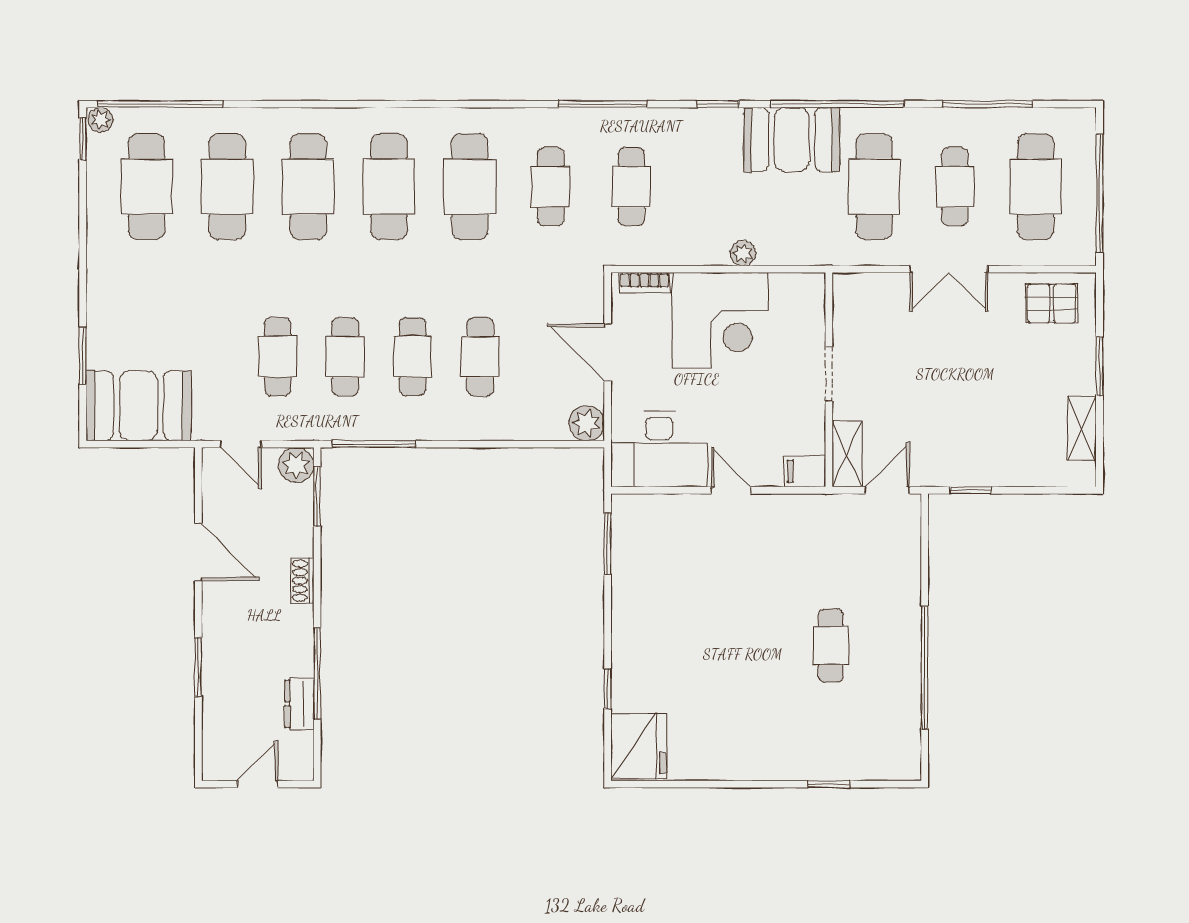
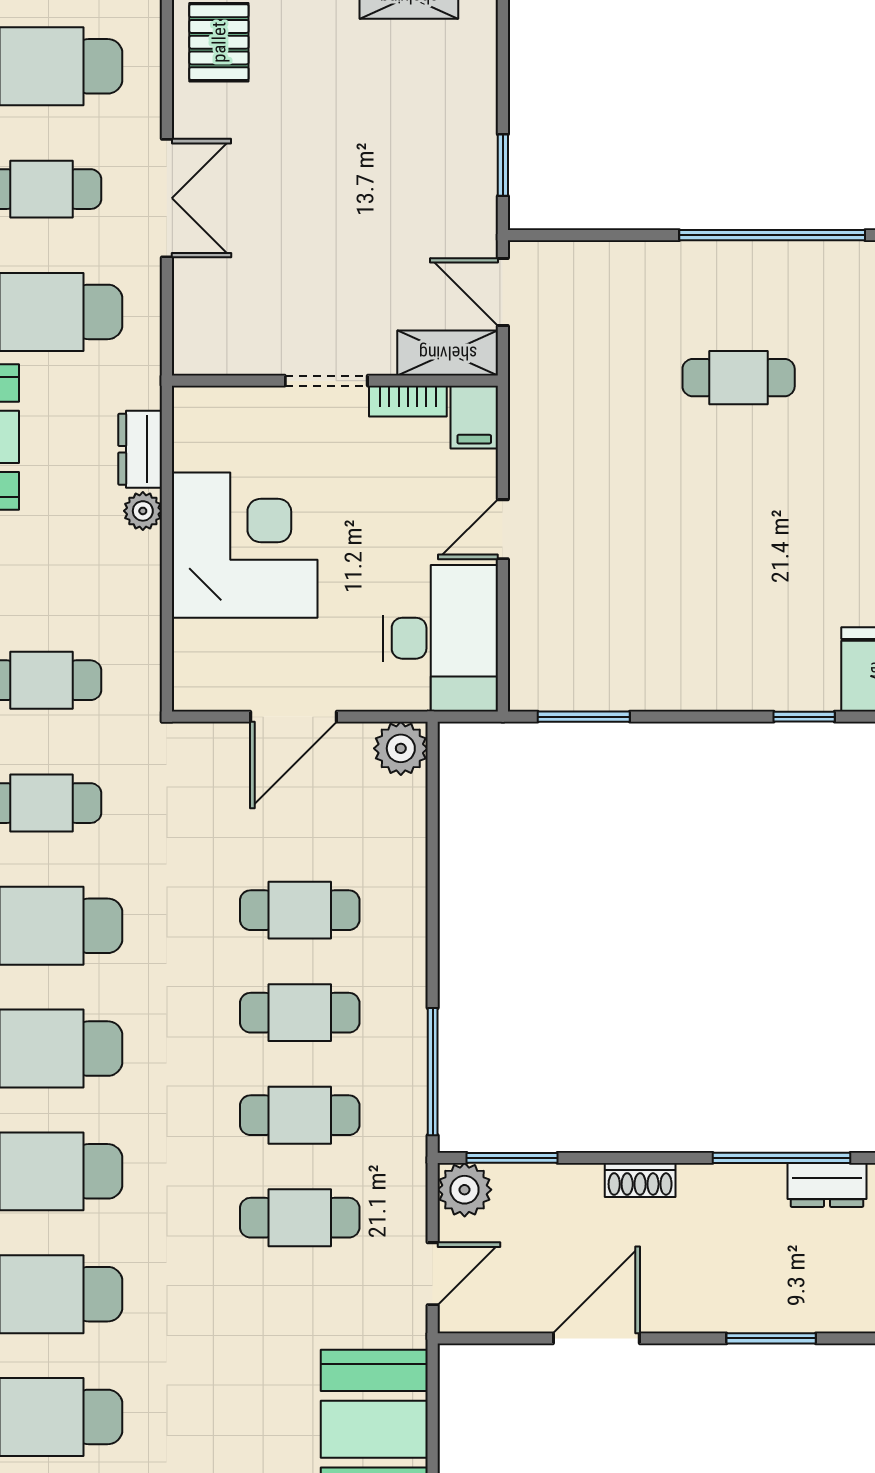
dresser: (784, 251) -> (140, 449), added
bookcase: (644, 283) -> (408, 401), moved, turned 90

